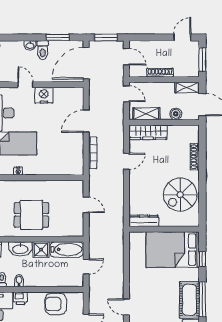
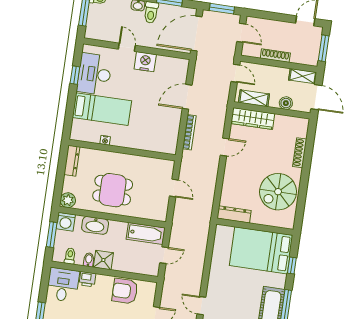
shower: (41, 250) -> (103, 260), moved

